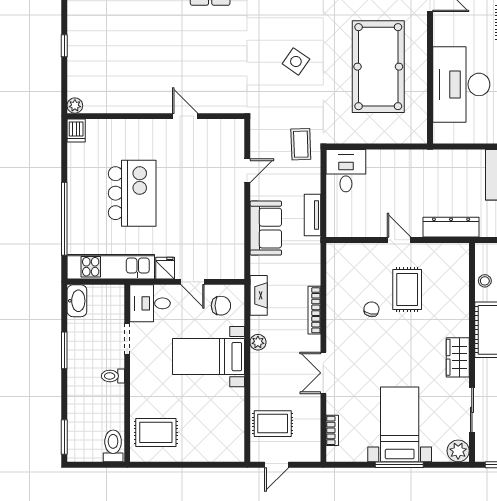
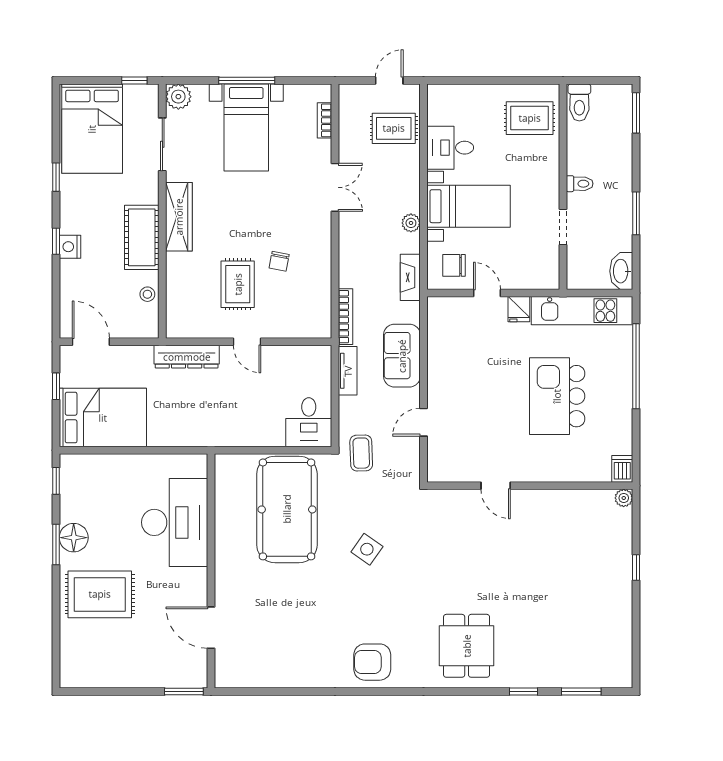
pool table: (378, 67) -> (287, 509), moved
desk: (150, 303) -> (450, 148), moved, turned 180
bookcase: (314, 310) -> (345, 317), moved
wardrobe: (458, 357) -> (179, 217), width x1.50

